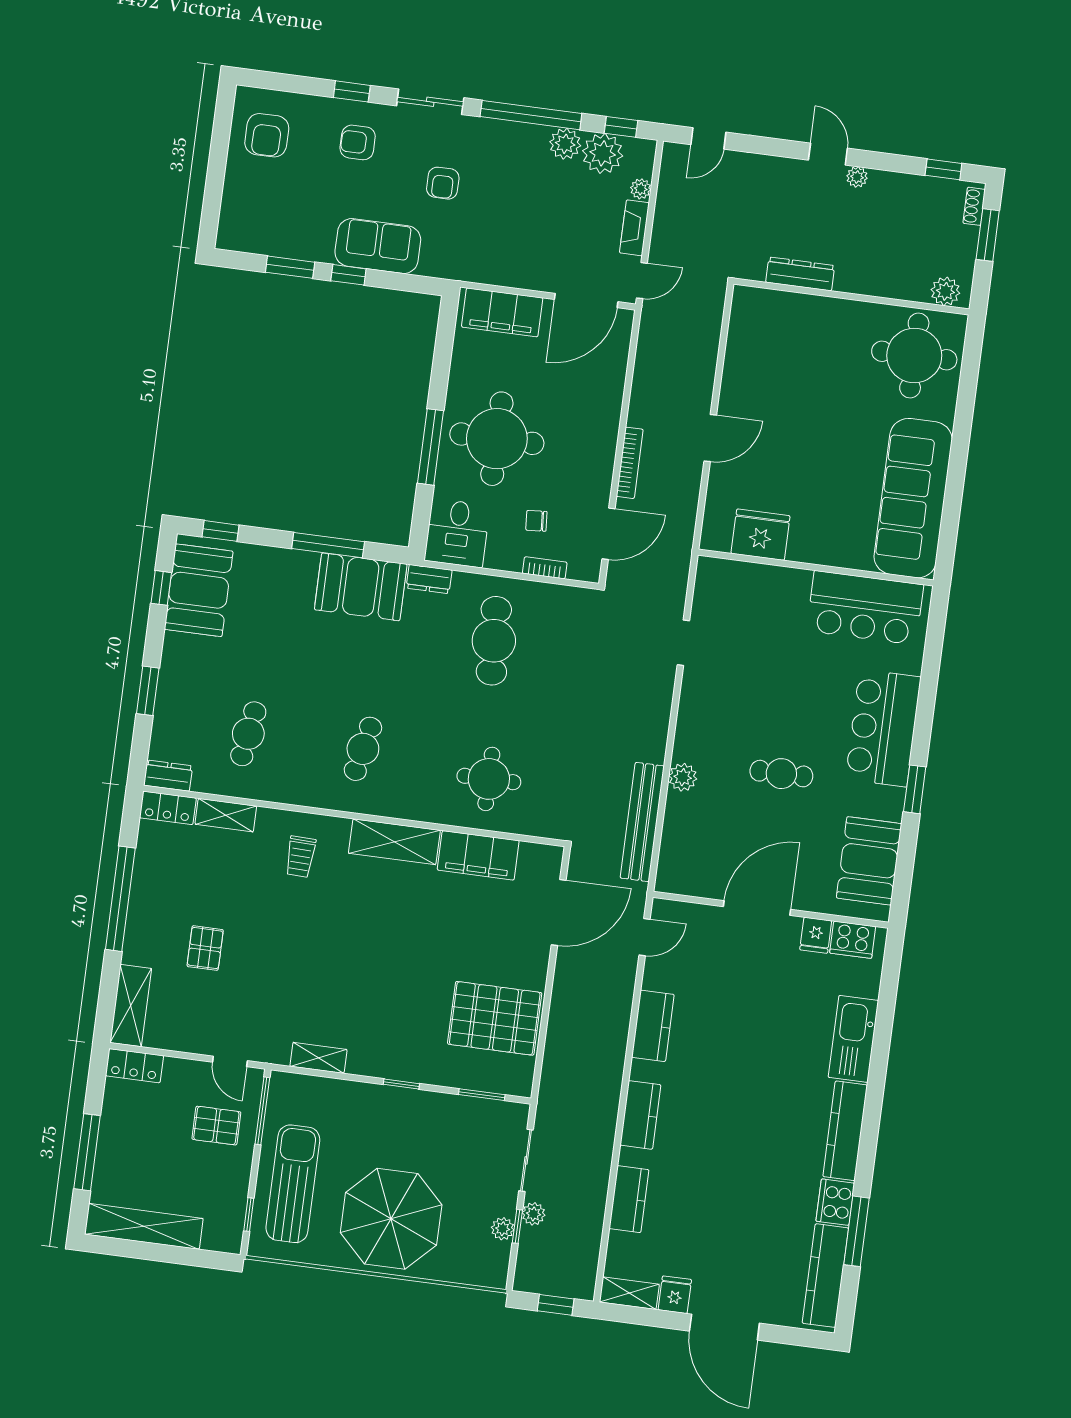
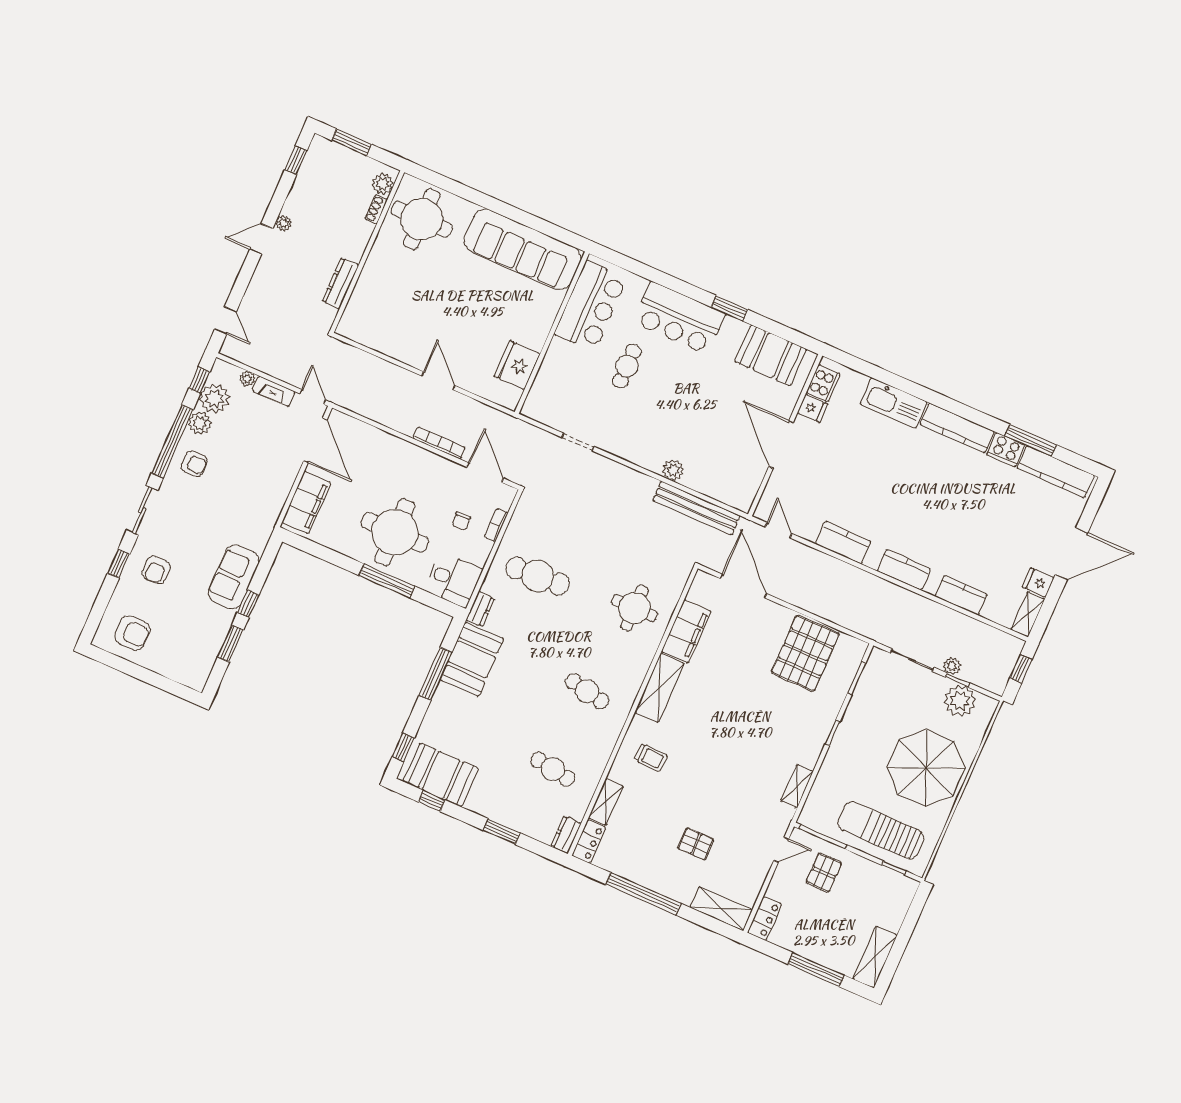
armchair: (443, 183) -> (194, 464), moved
shoe rack: (974, 206) -> (376, 209), moved, turned 90
cafe table: (781, 774) -> (627, 366), moved
shelving: (144, 1226) -> (875, 957), width x0.68
plant: (503, 1229) -> (960, 701), width x1.88, depth x1.88

